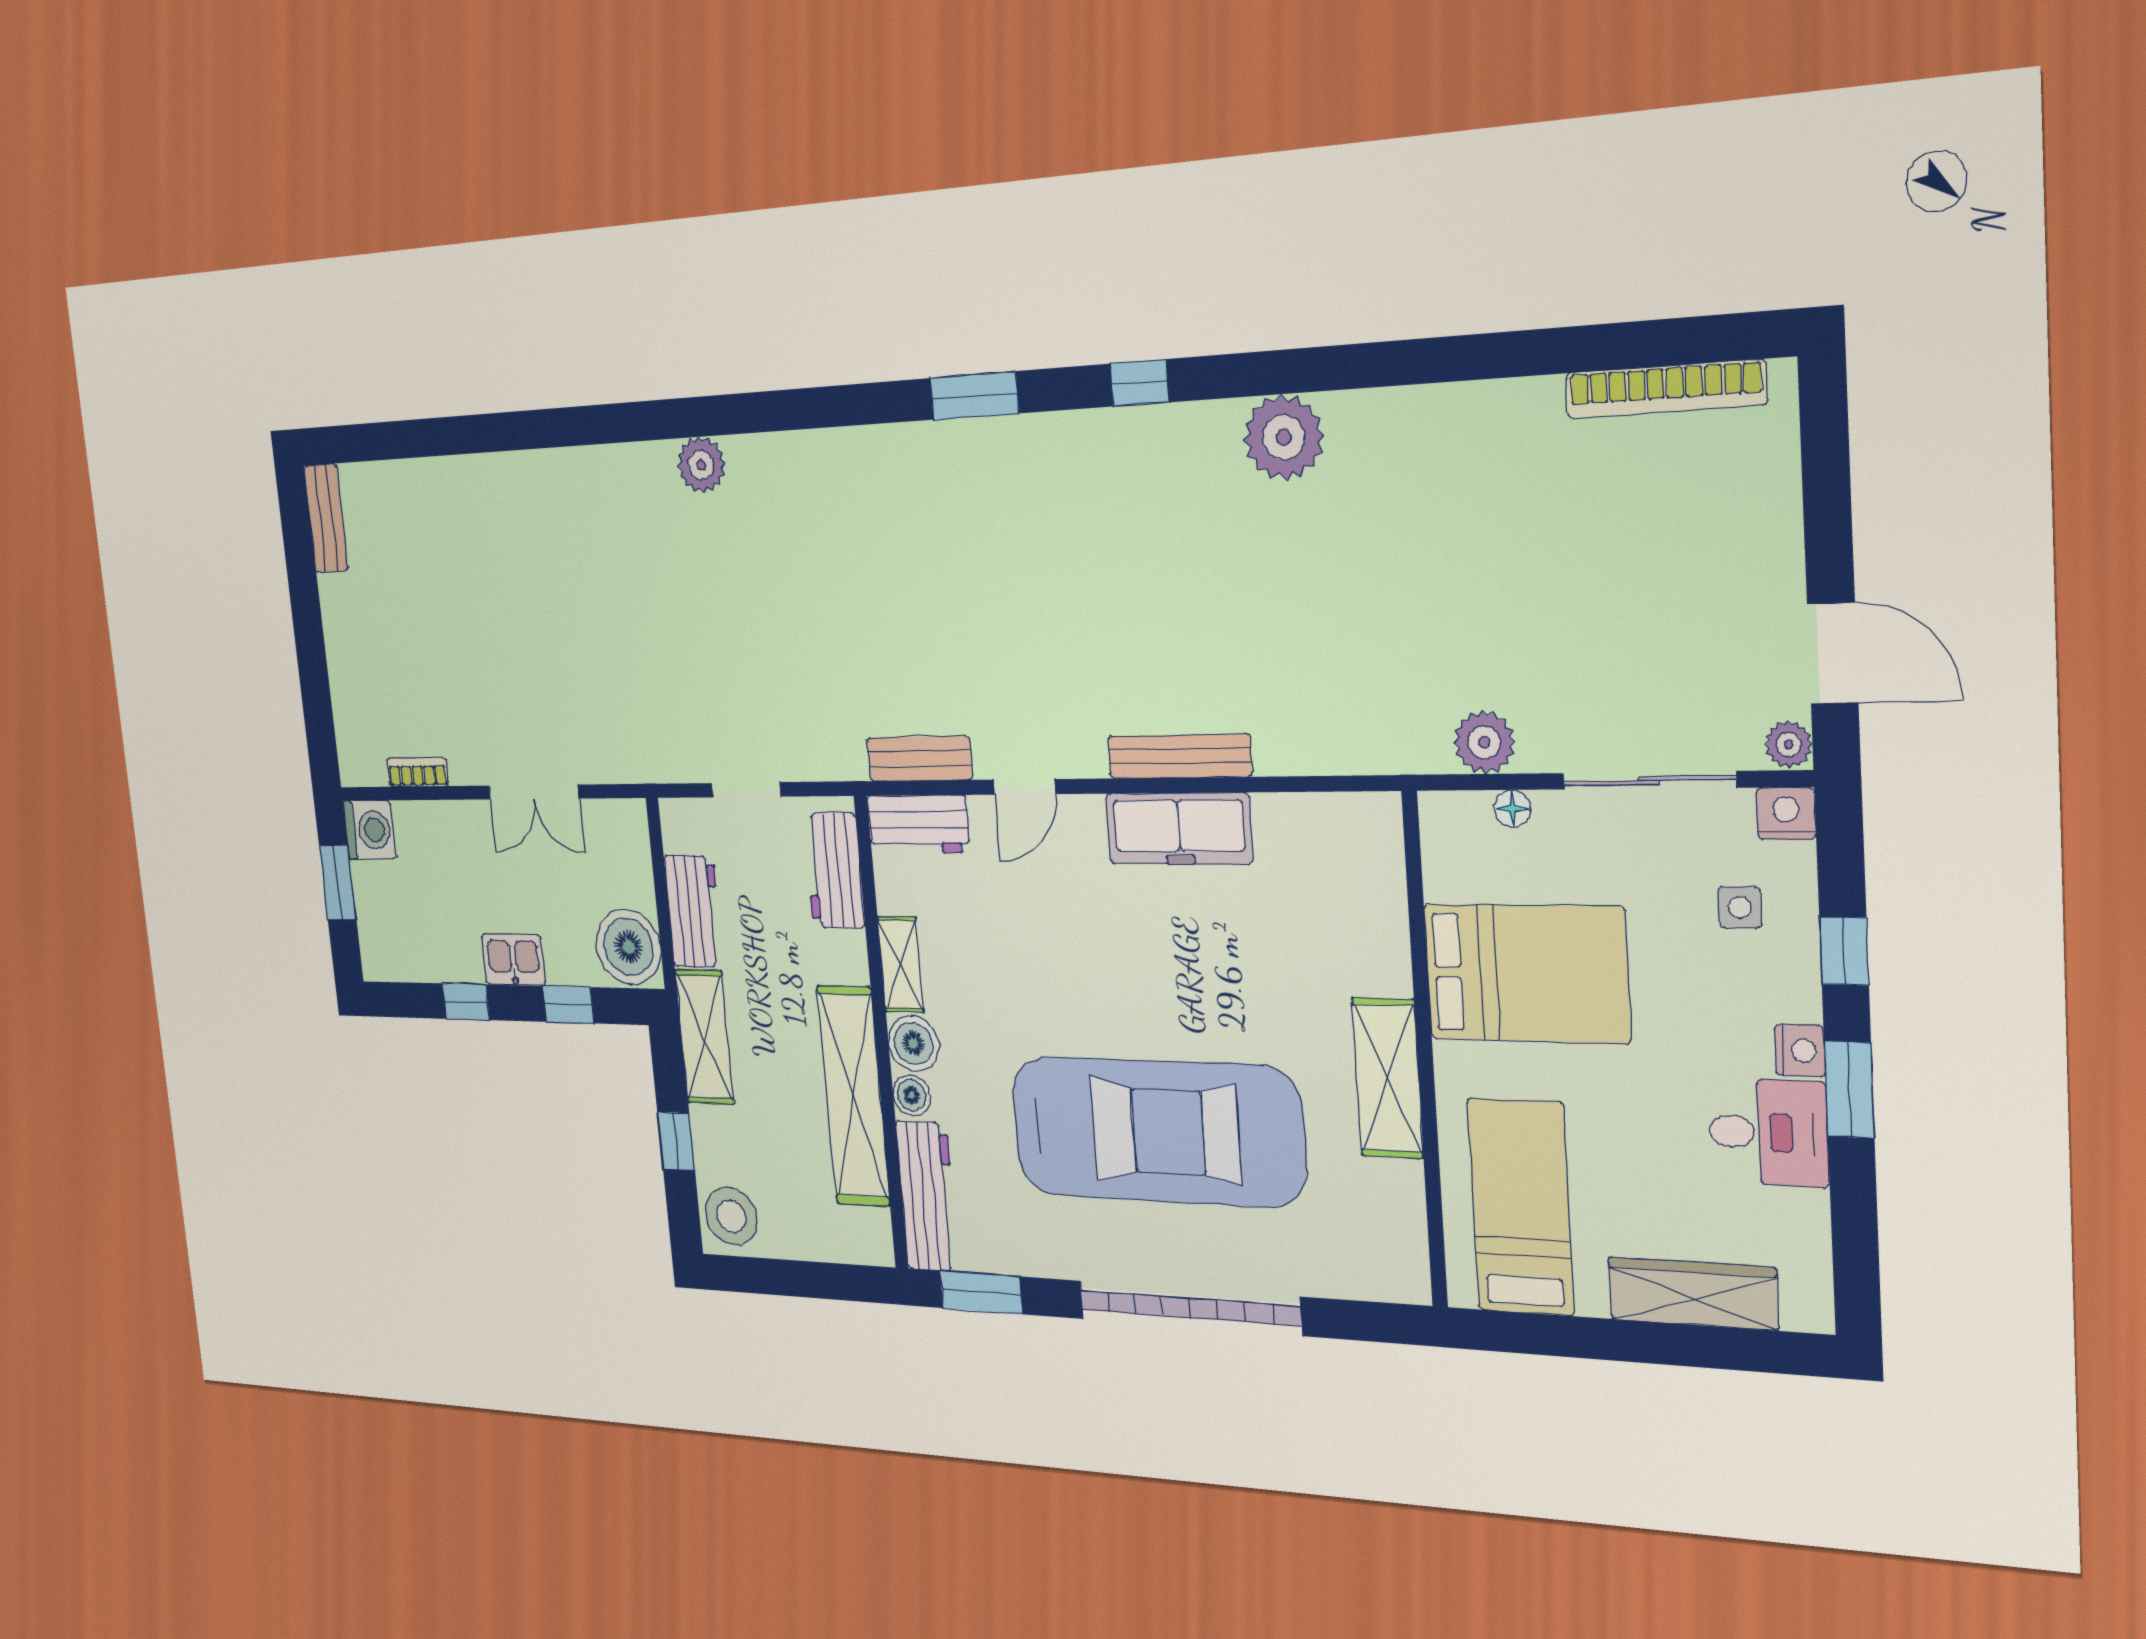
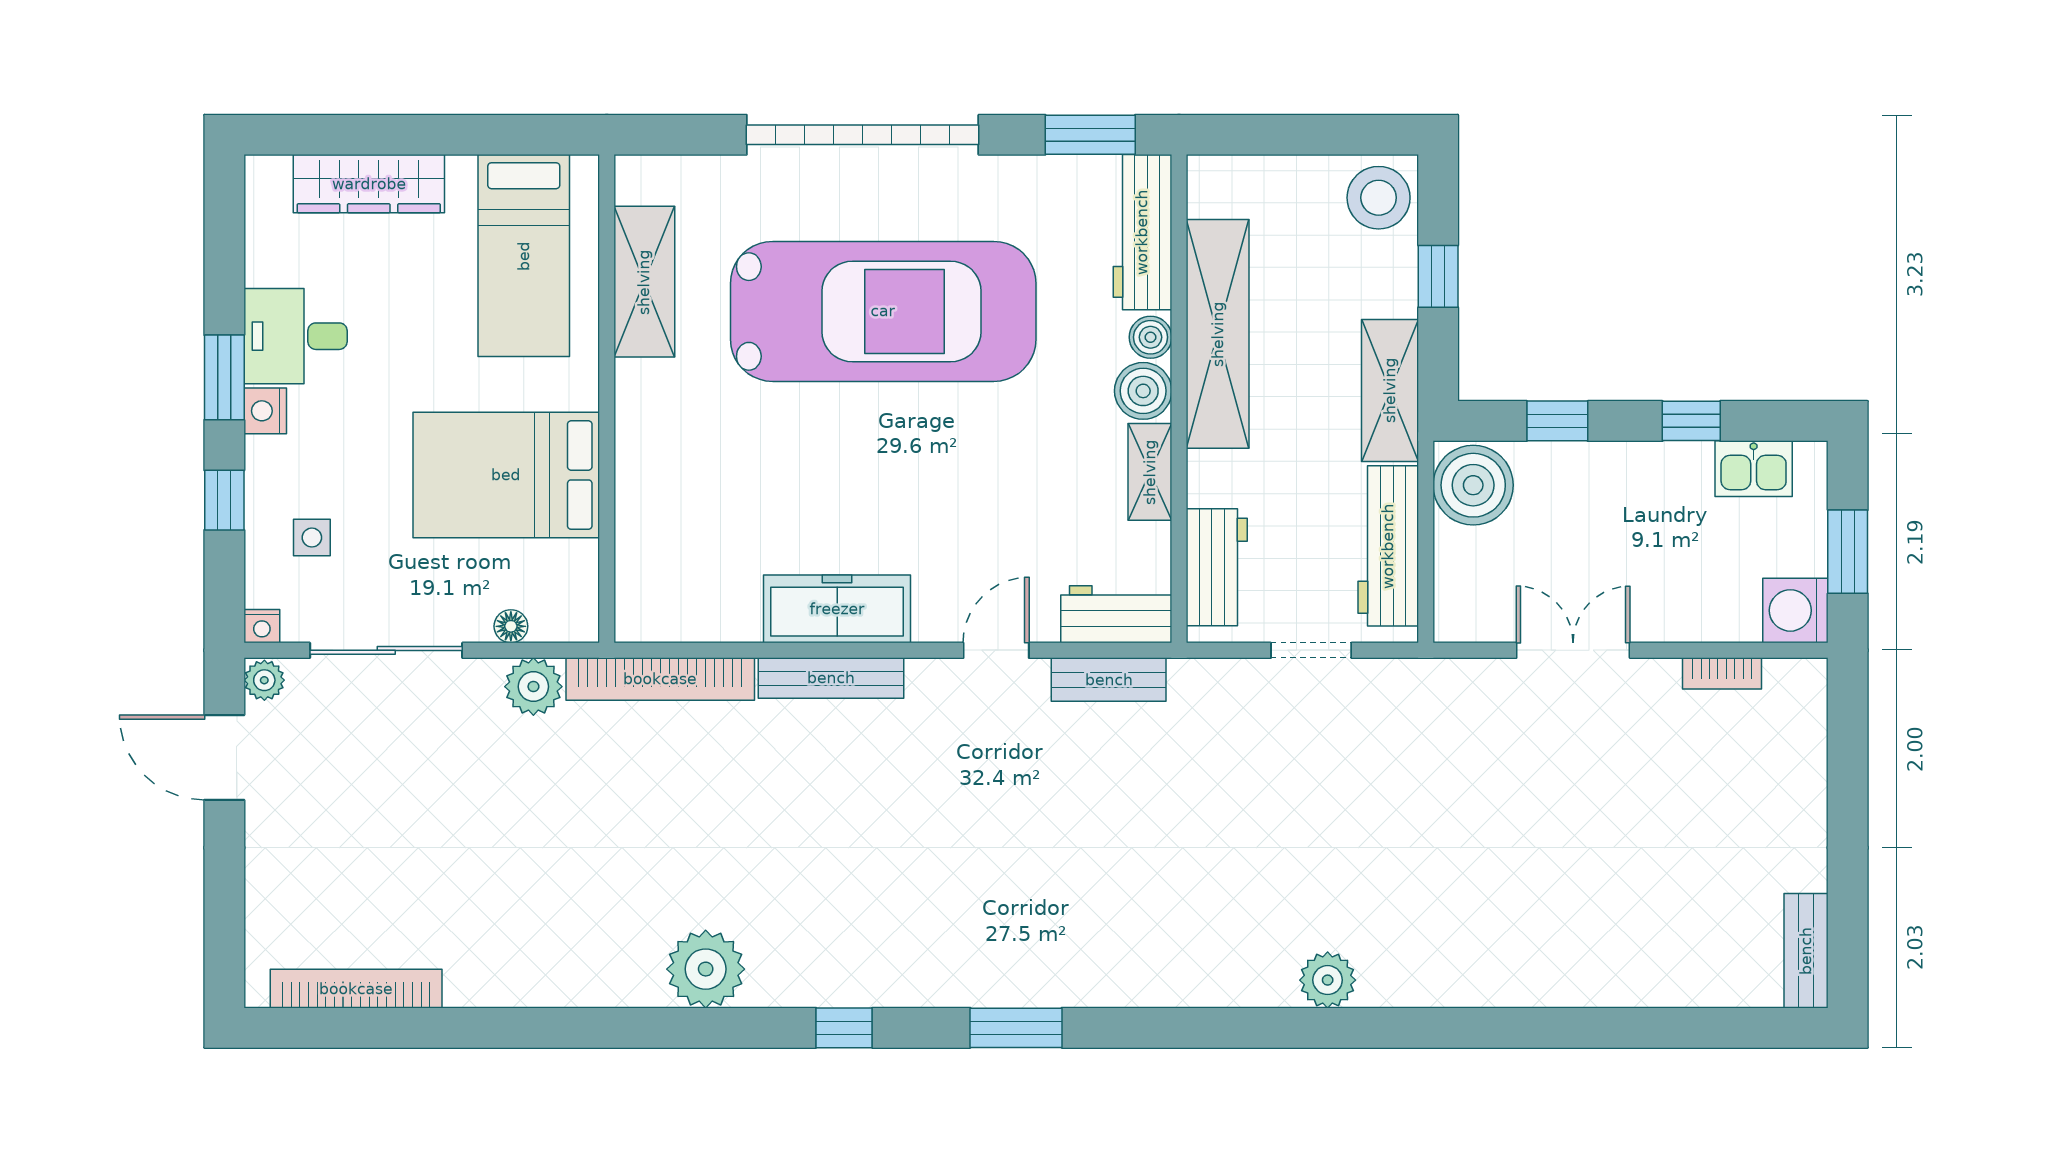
bookcase: (1351, 752) -> (660, 679), added
nightstand: (1786, 814) -> (262, 626), width x0.72, depth x0.74
workbench: (694, 911) -> (1388, 546), width x1.38
kitchen sink: (513, 960) -> (1754, 469), moved
shelving: (1388, 1078) -> (644, 282), moved
car: (1157, 1131) -> (883, 311), turned 180

